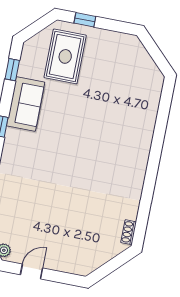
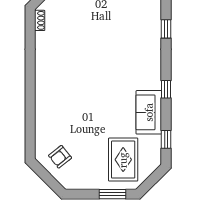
window: (85, 20) -> (112, 194), width x1.50
armchair: (136, 74) -> (60, 157), added

